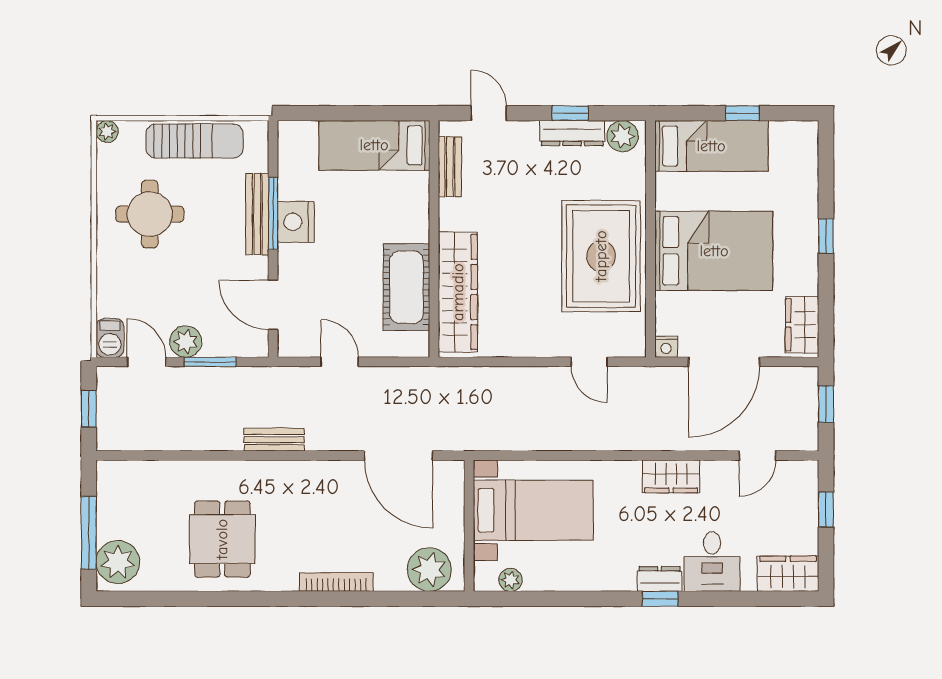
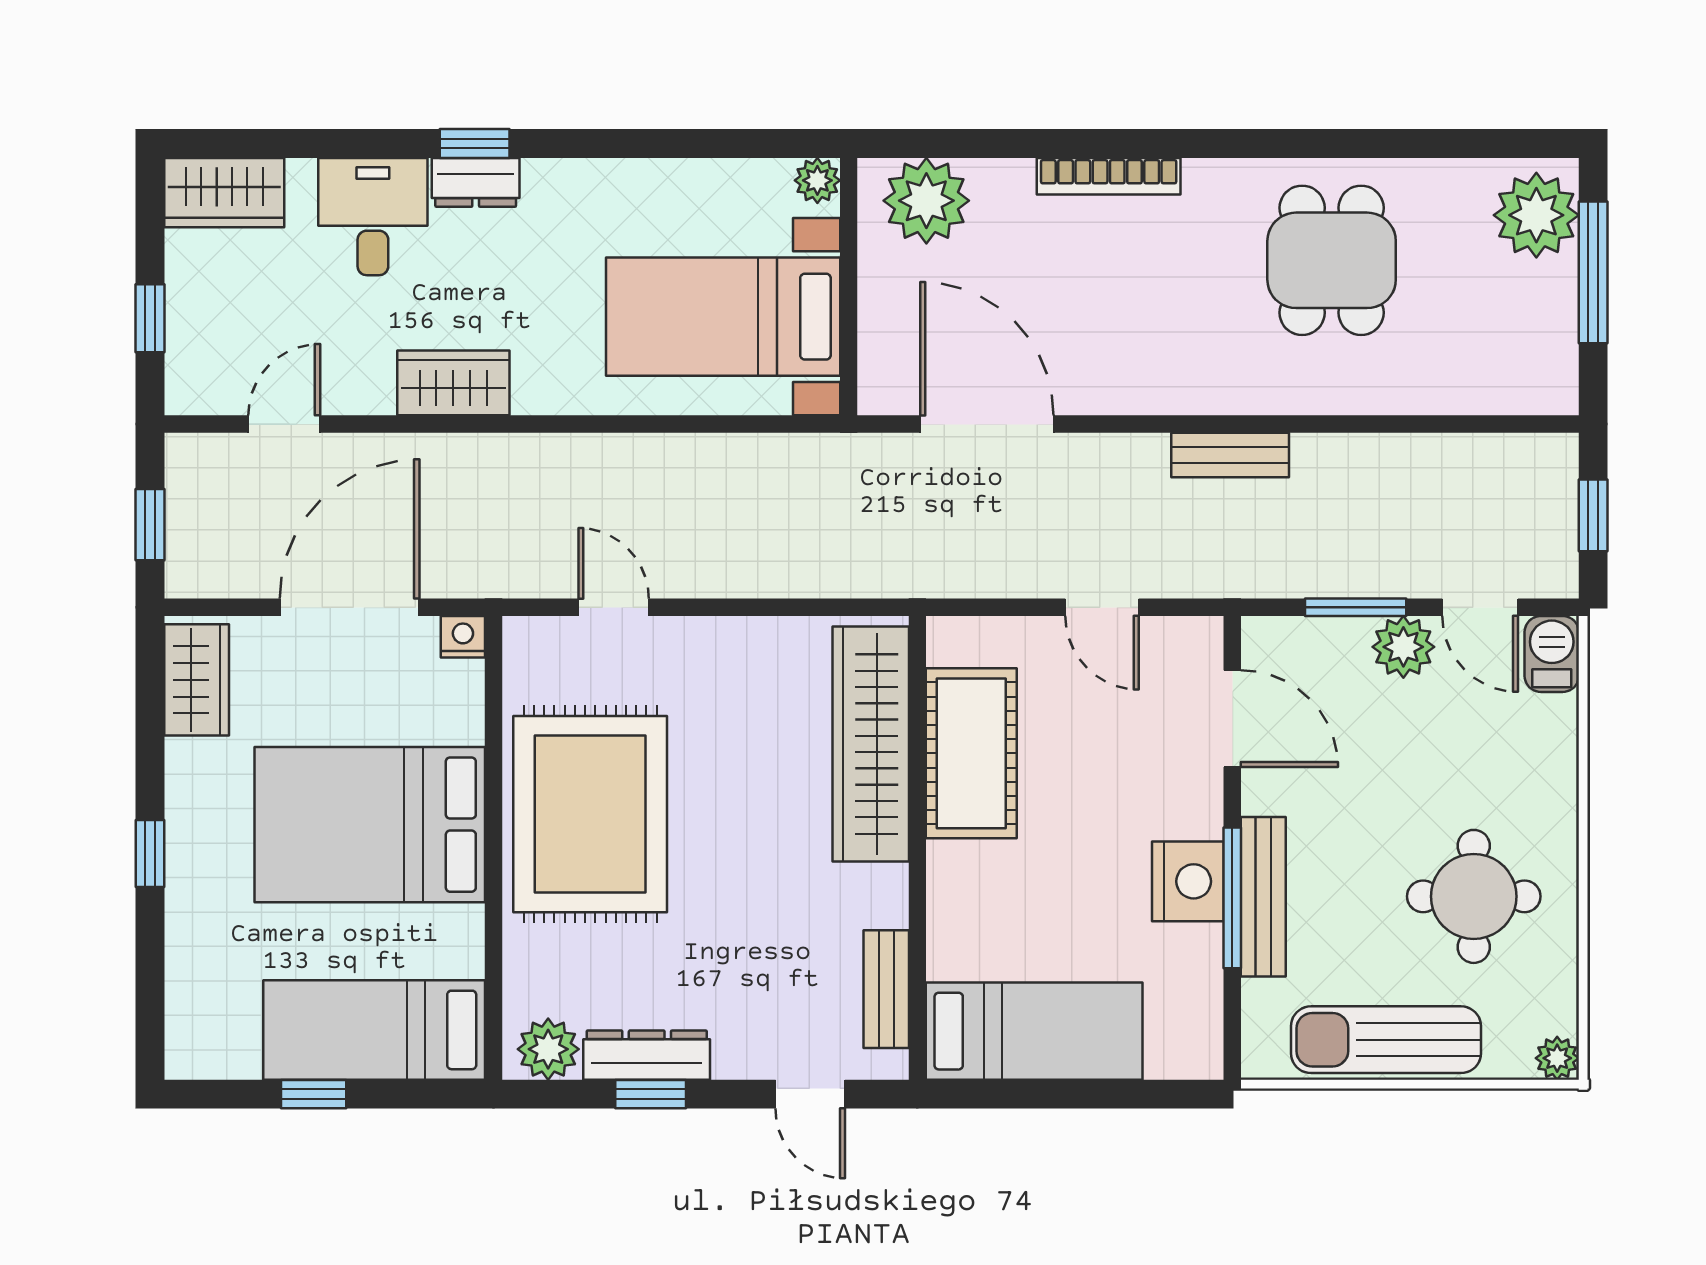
plant: (511, 580) -> (817, 180), moved

